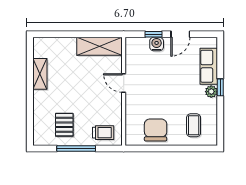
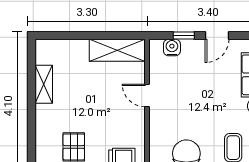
water cooler: (157, 44) -> (172, 47), moved

